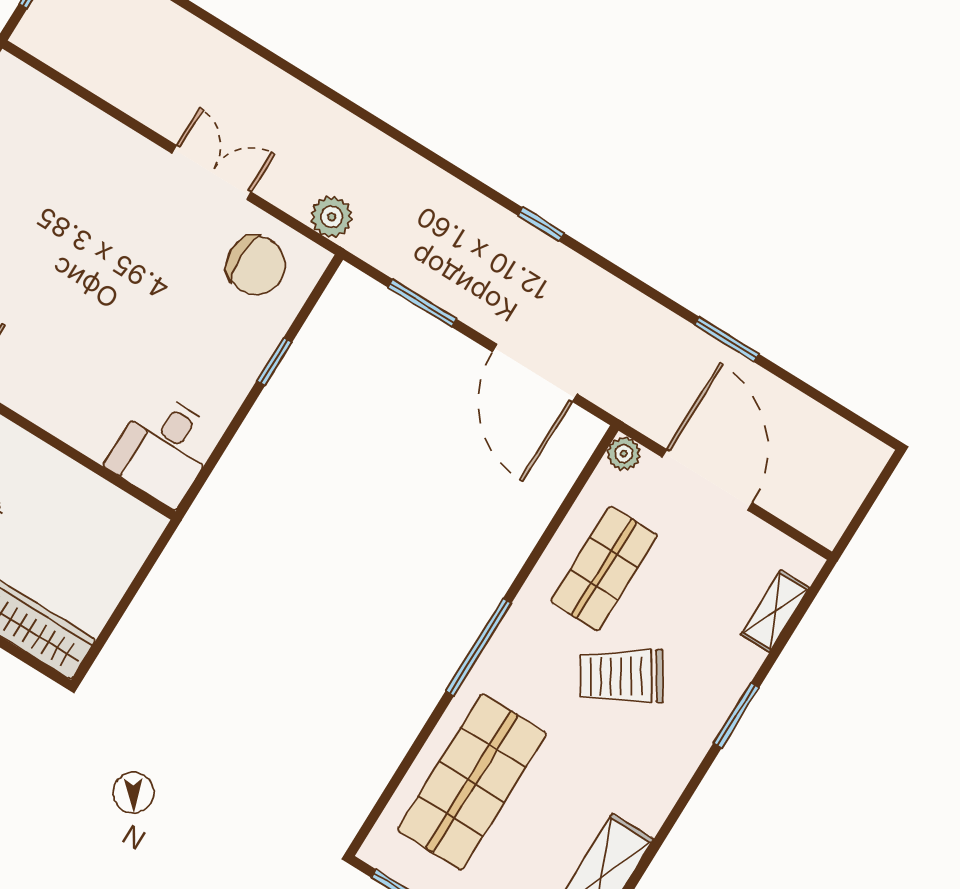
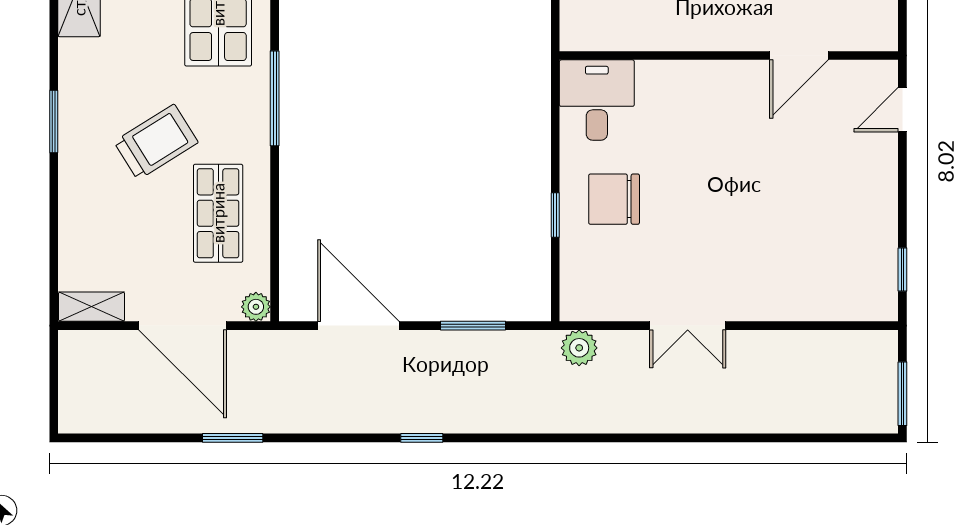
chair: (256, 265) -> (614, 199), moved
shelving: (775, 611) -> (91, 307), moved, turned 90
window: (736, 715) -> (54, 121), moved

